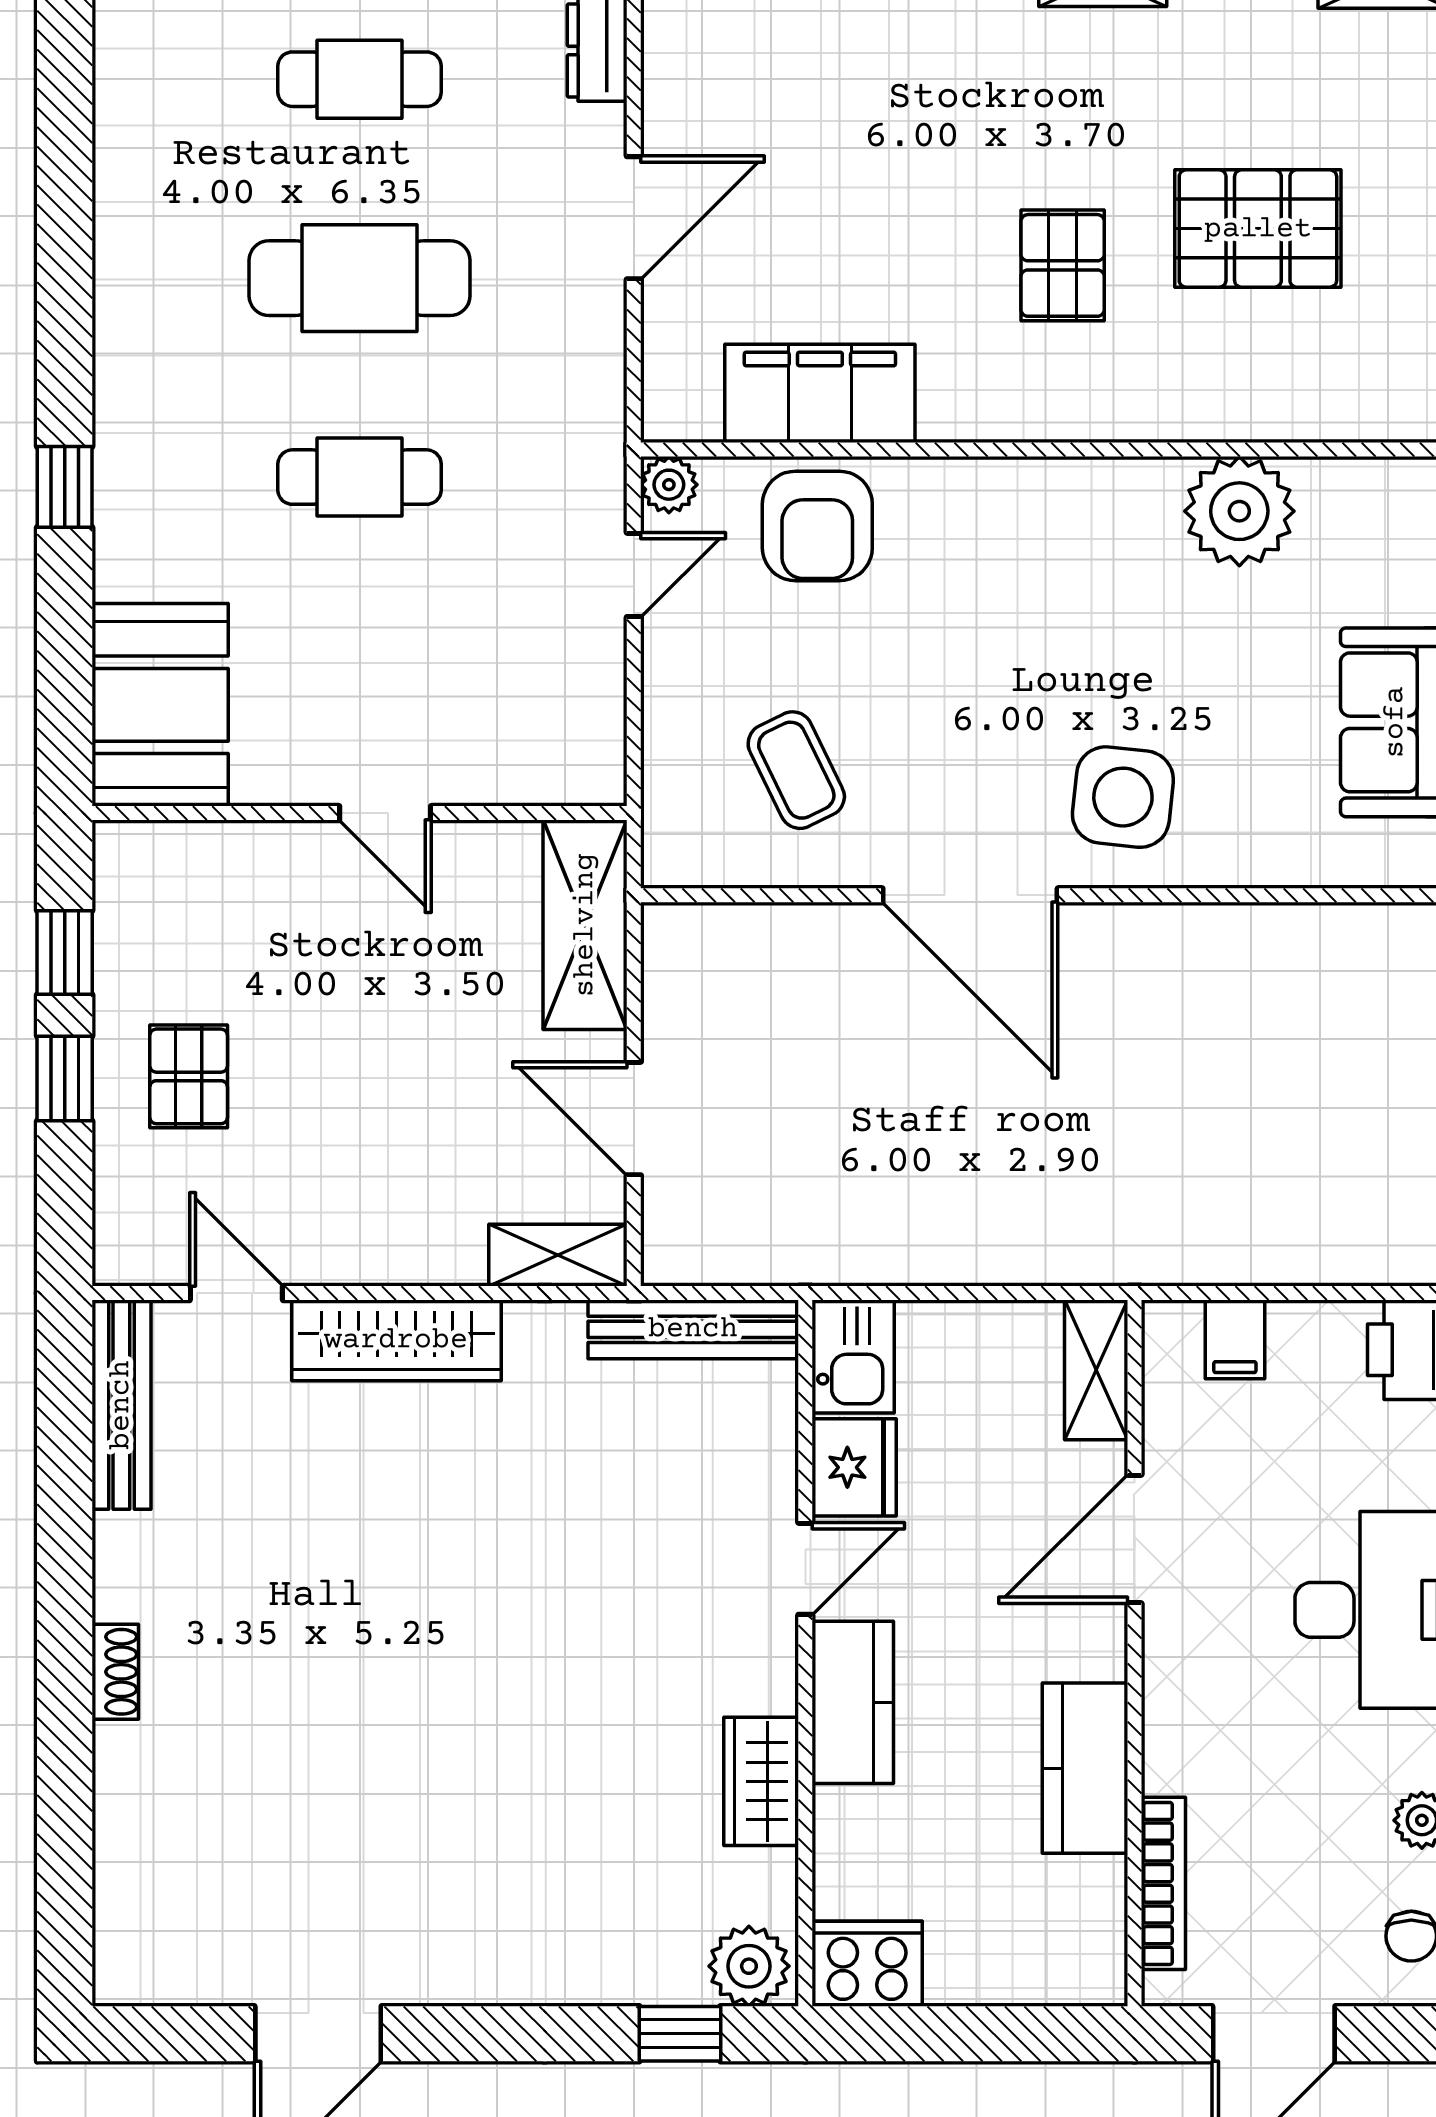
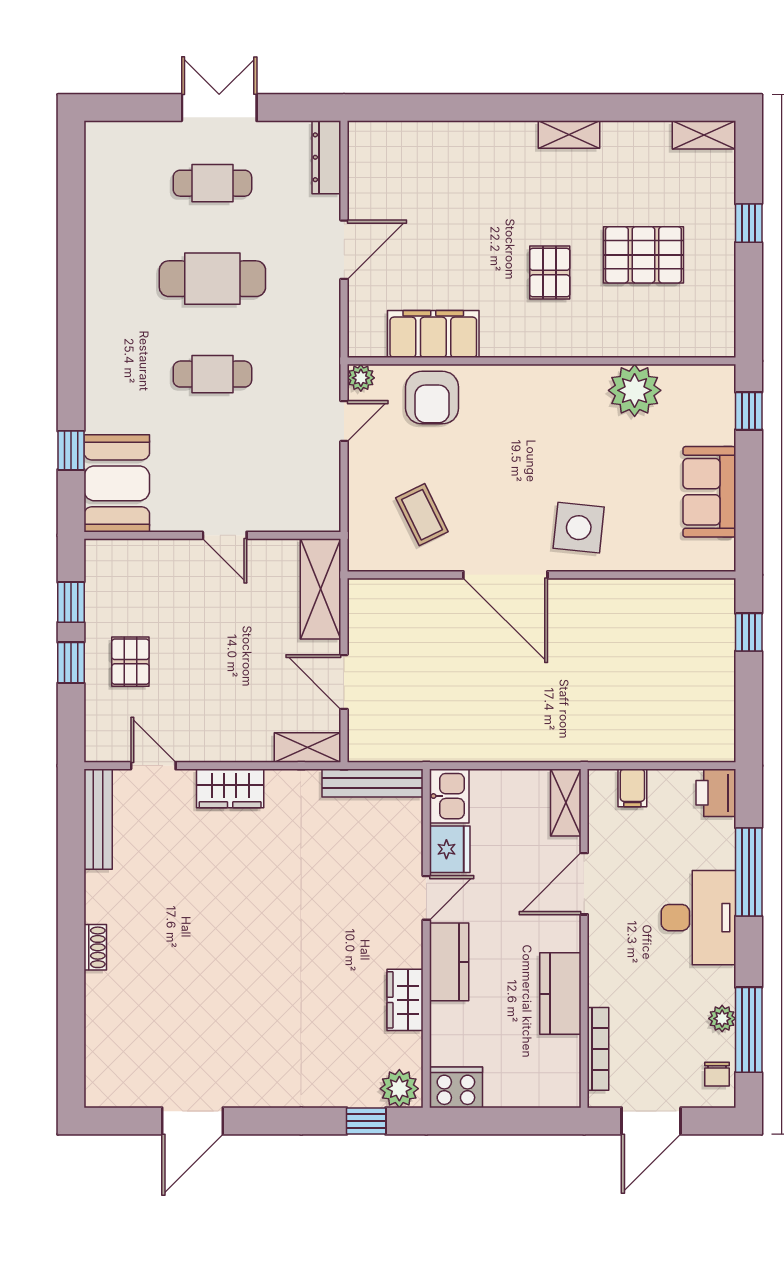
window: (65, 487) -> (71, 450), moved
wardrobe: (396, 1340) -> (230, 788), width x0.67

